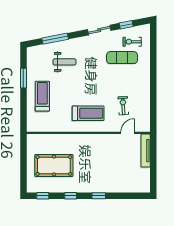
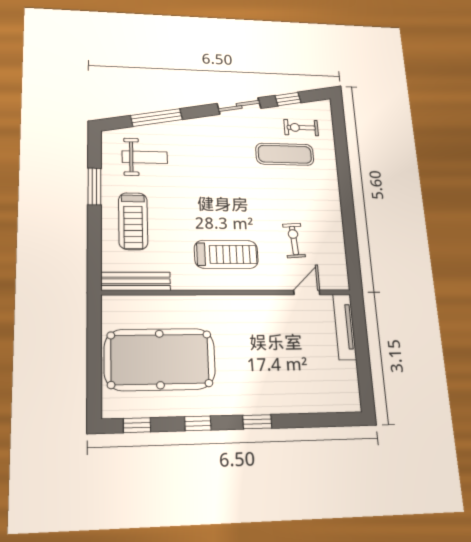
weight bench: (65, 62) -> (145, 157), moved
treadmill: (42, 96) -> (133, 221), turned 180
bench: (43, 127) -> (136, 281), added
pool table: (54, 165) -> (160, 359), width x1.36, depth x1.32

